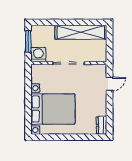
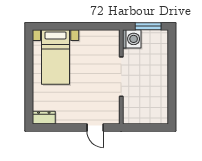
shelving: (81, 32) -> (160, 92), removed
bed with nightstands: (53, 109) -> (56, 57), width x0.73

